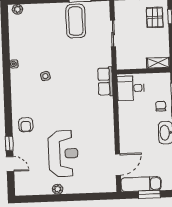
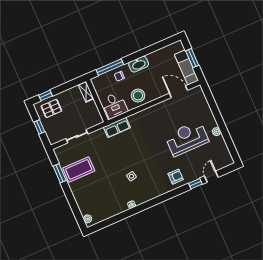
stool: (131, 118) -> (138, 95), added

